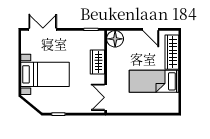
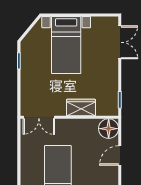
door: (151, 29) -> (120, 156), moved
double door: (106, 97) -> (39, 117), swing flipped

